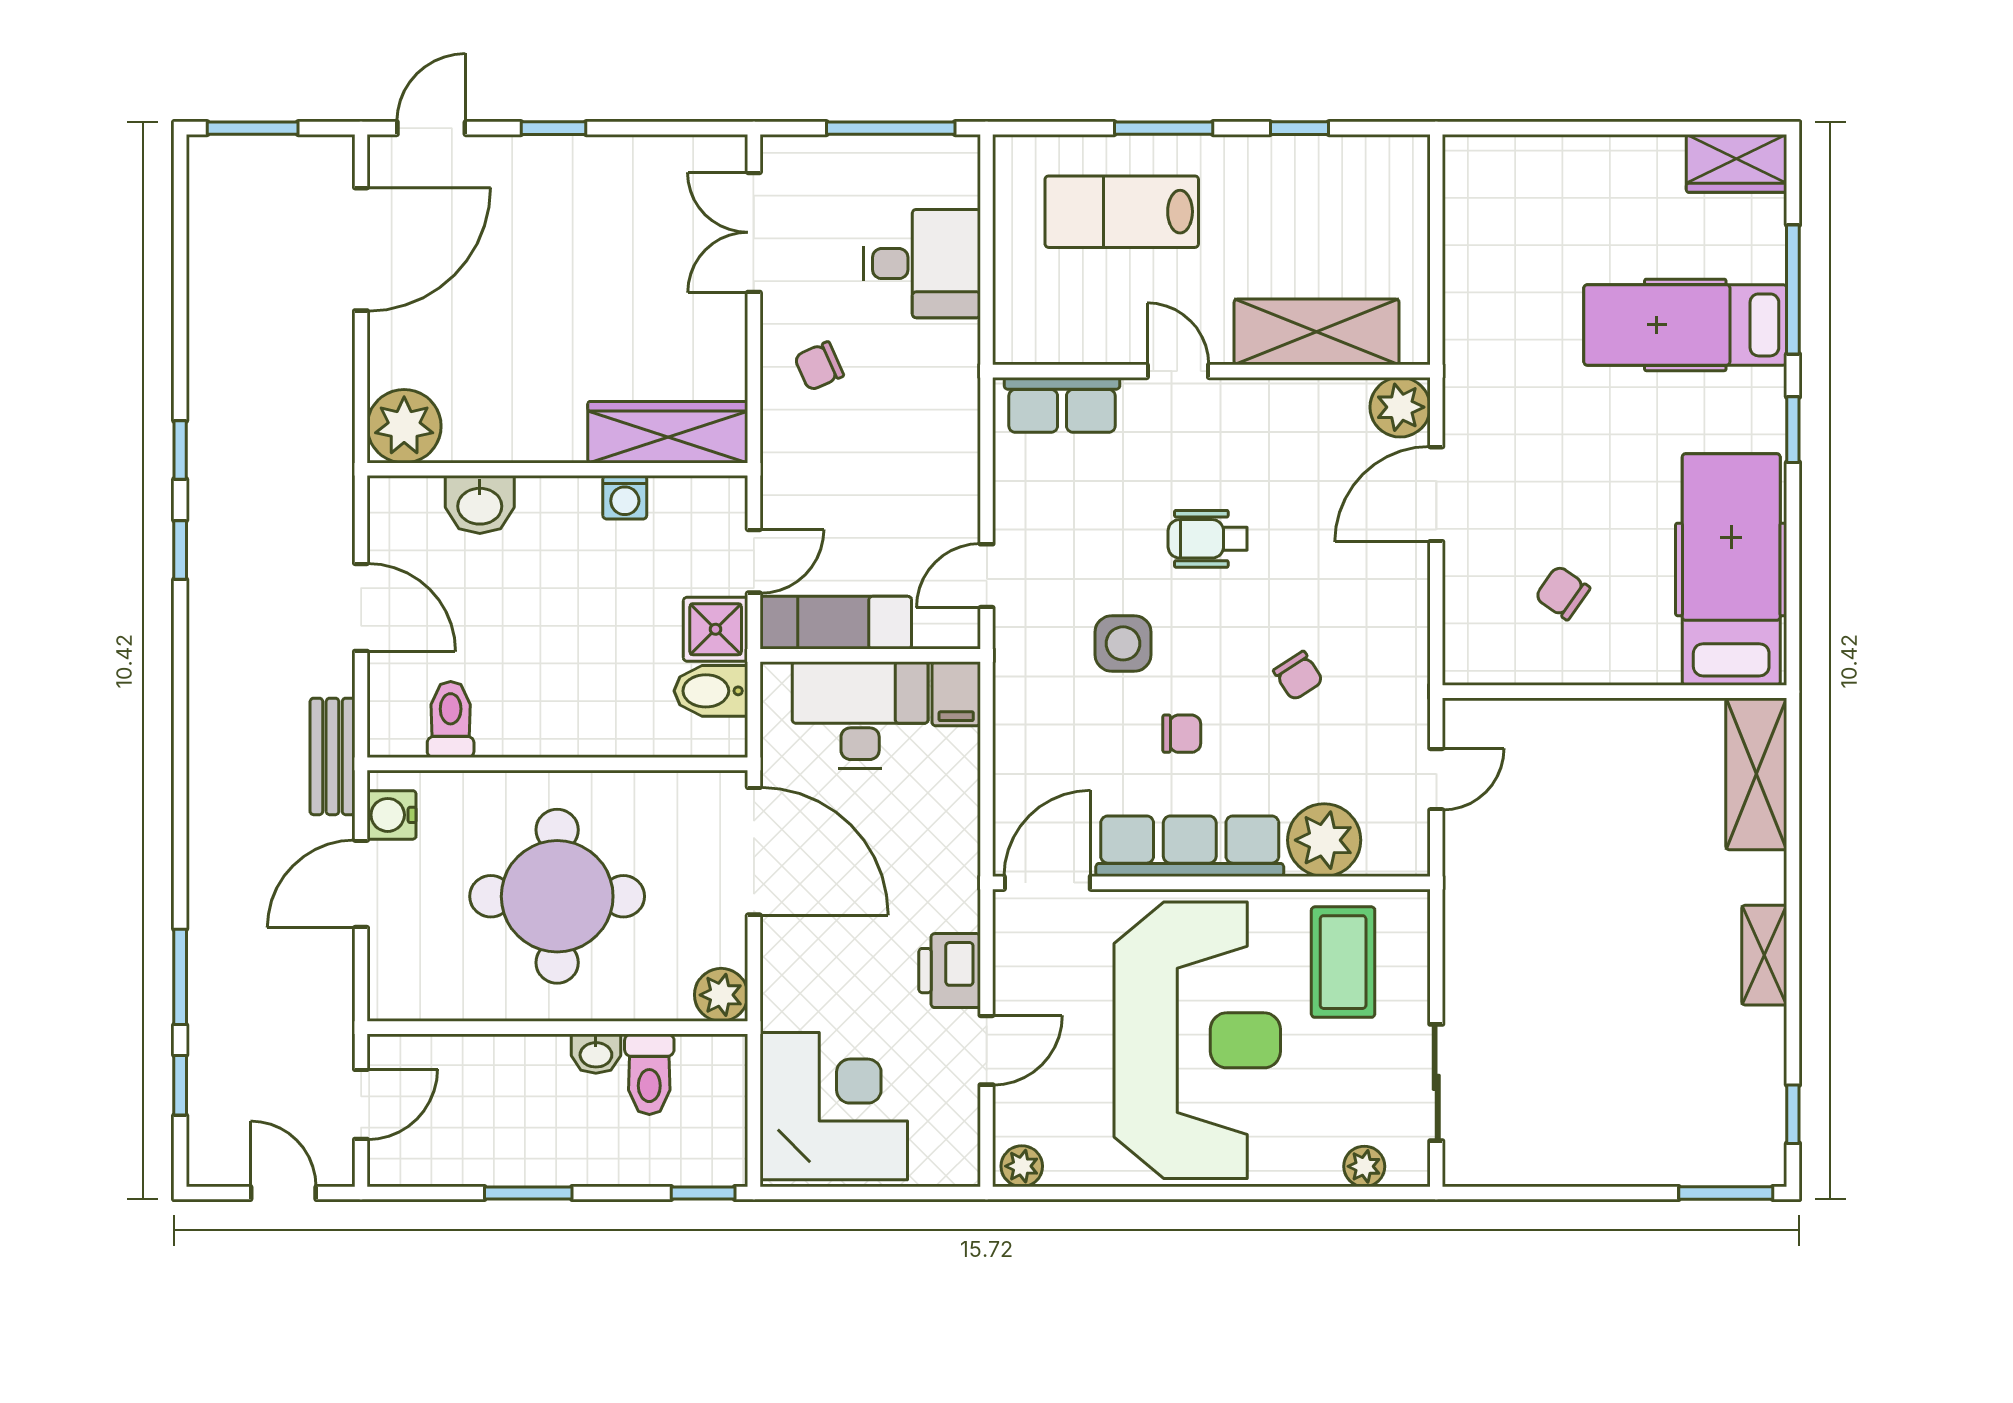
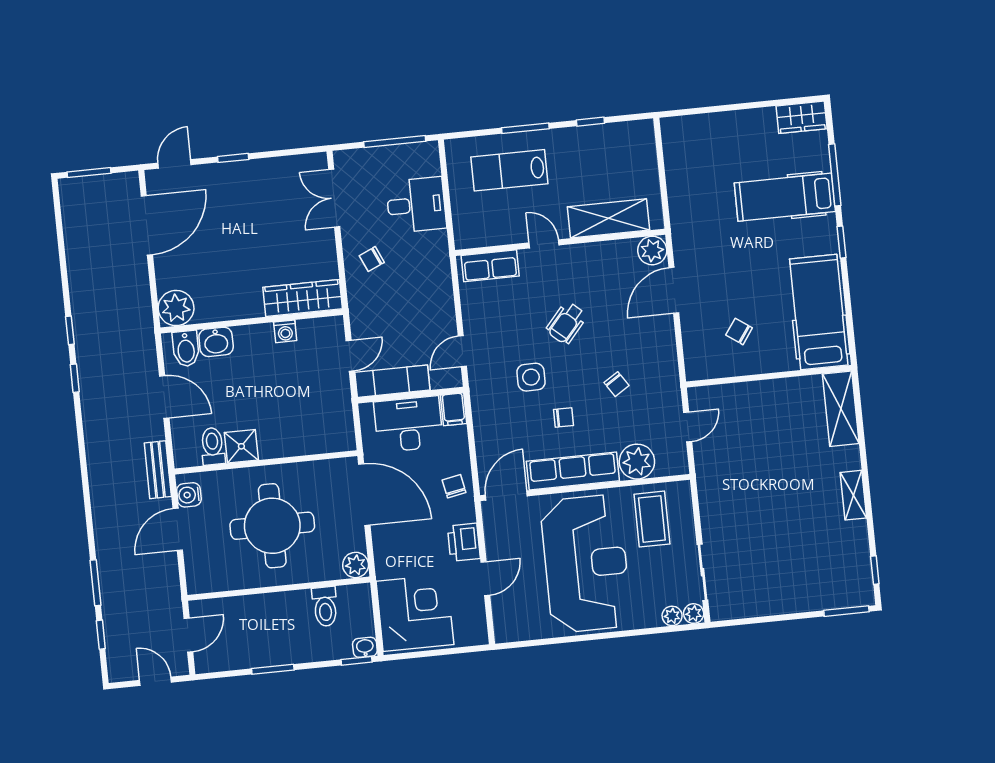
wheelchair: (1208, 539) -> (566, 323), turned -49
shower: (716, 629) -> (241, 446), moved
bidet: (711, 691) -> (186, 349), moved, turned -90
chair: (941, 853) -> (454, 486), added
washbasin: (596, 1054) -> (365, 647), moved, turned 180
plant: (1022, 1166) -> (694, 614), moved

